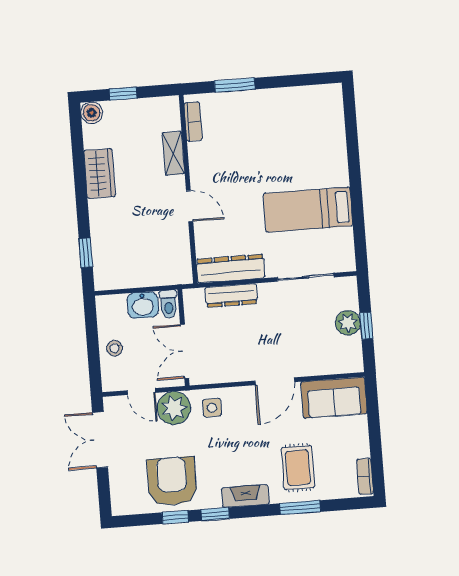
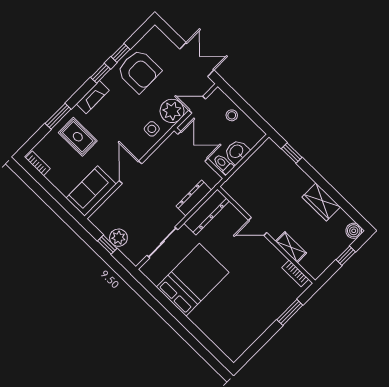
bed: (308, 210) -> (193, 280), width x1.50

